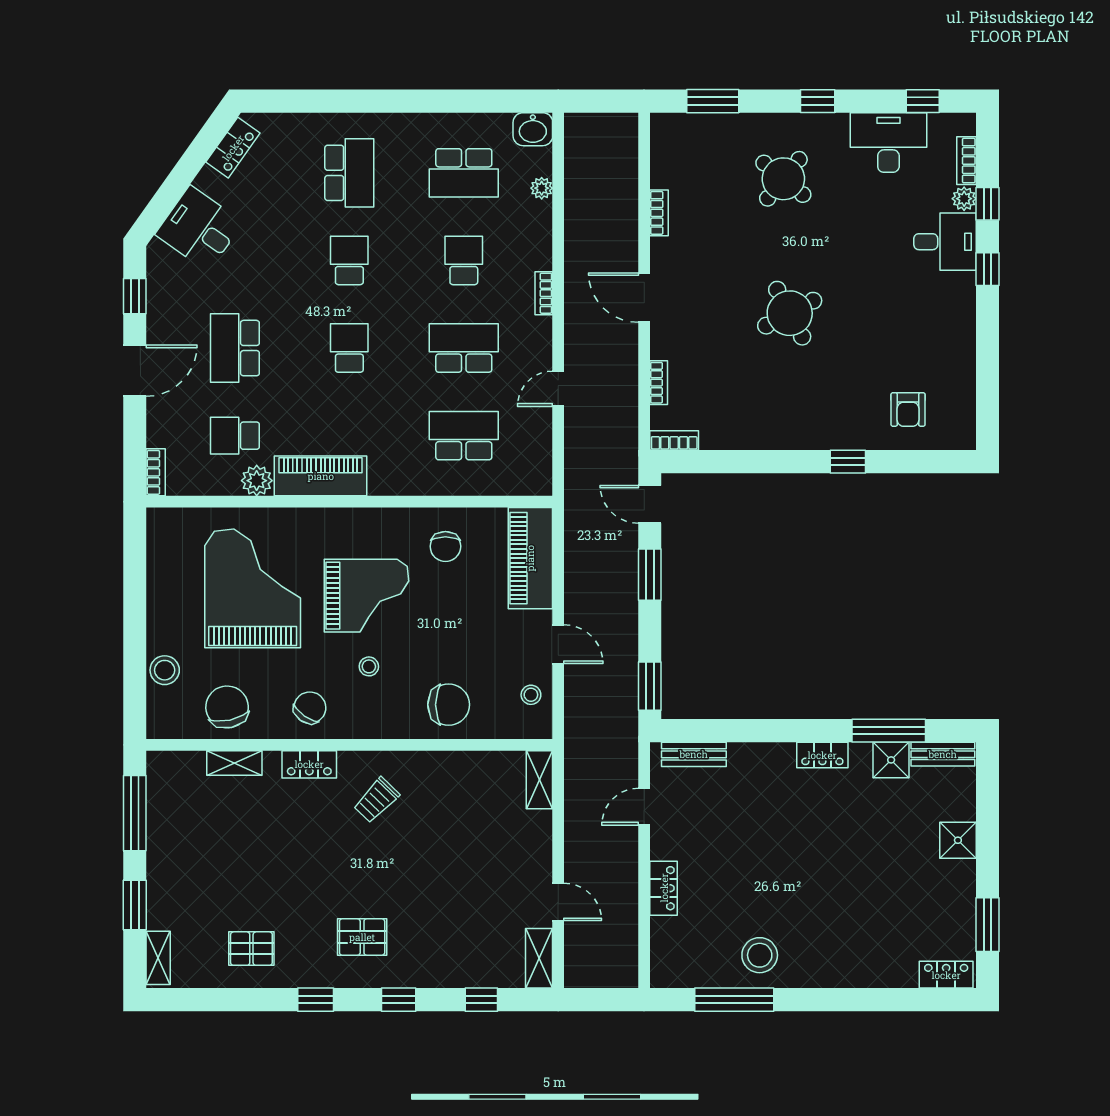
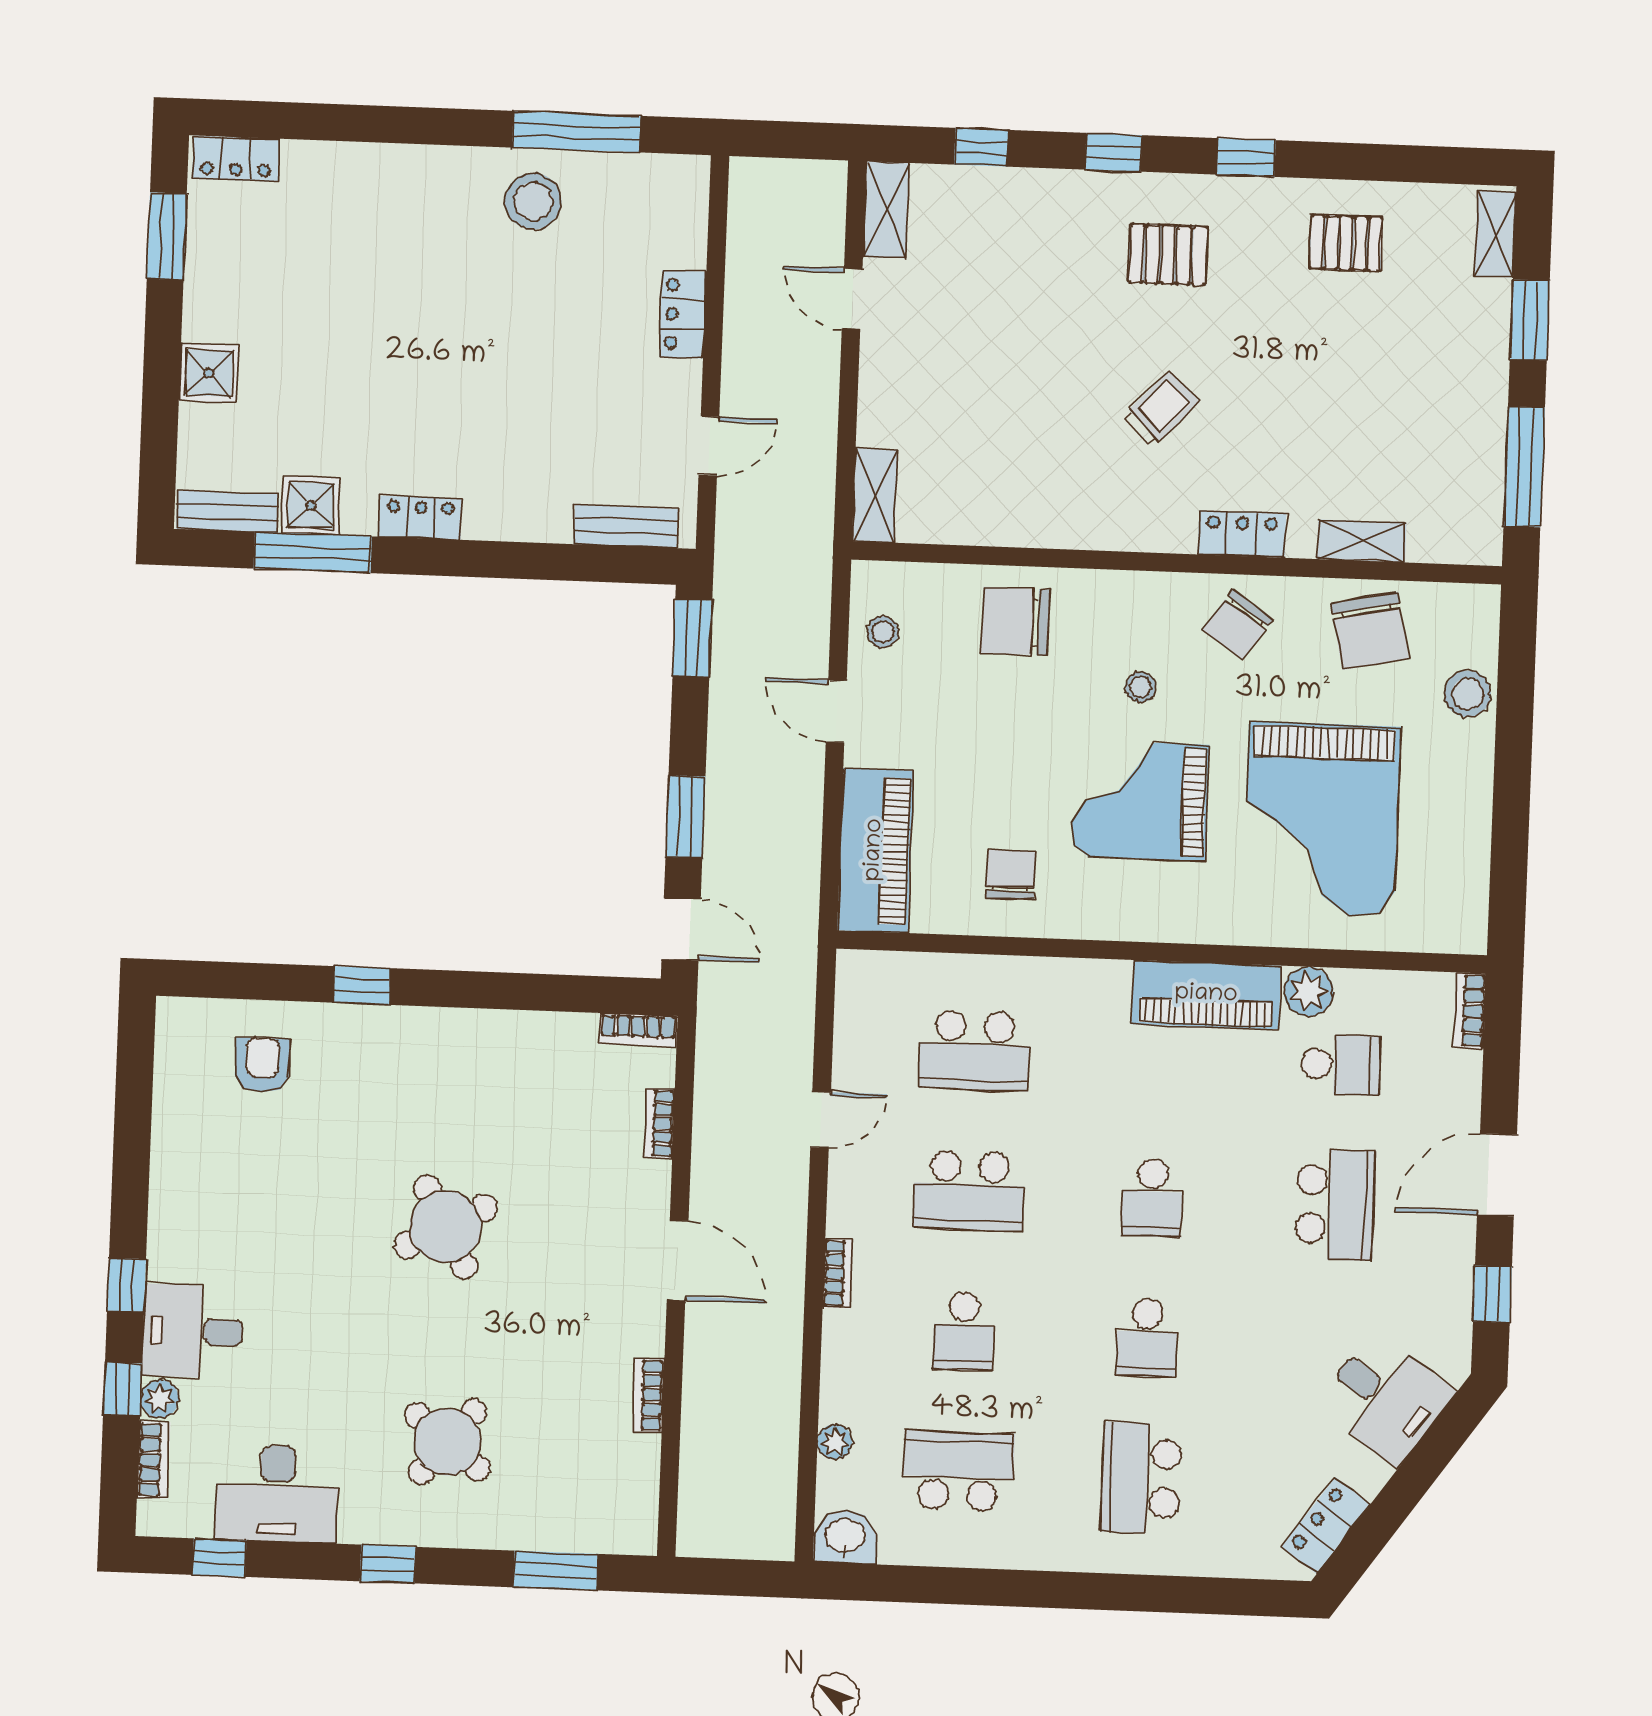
trolley: (376, 800) -> (1161, 409), moved

